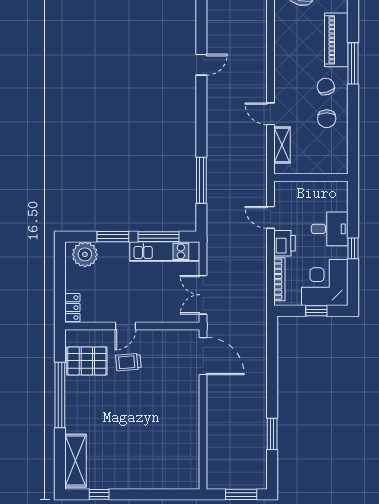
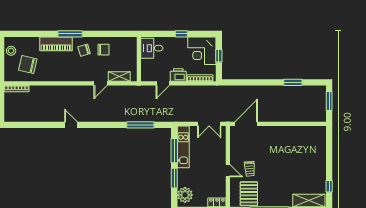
desk: (330, 229) -> (152, 48), moved, turned -90

